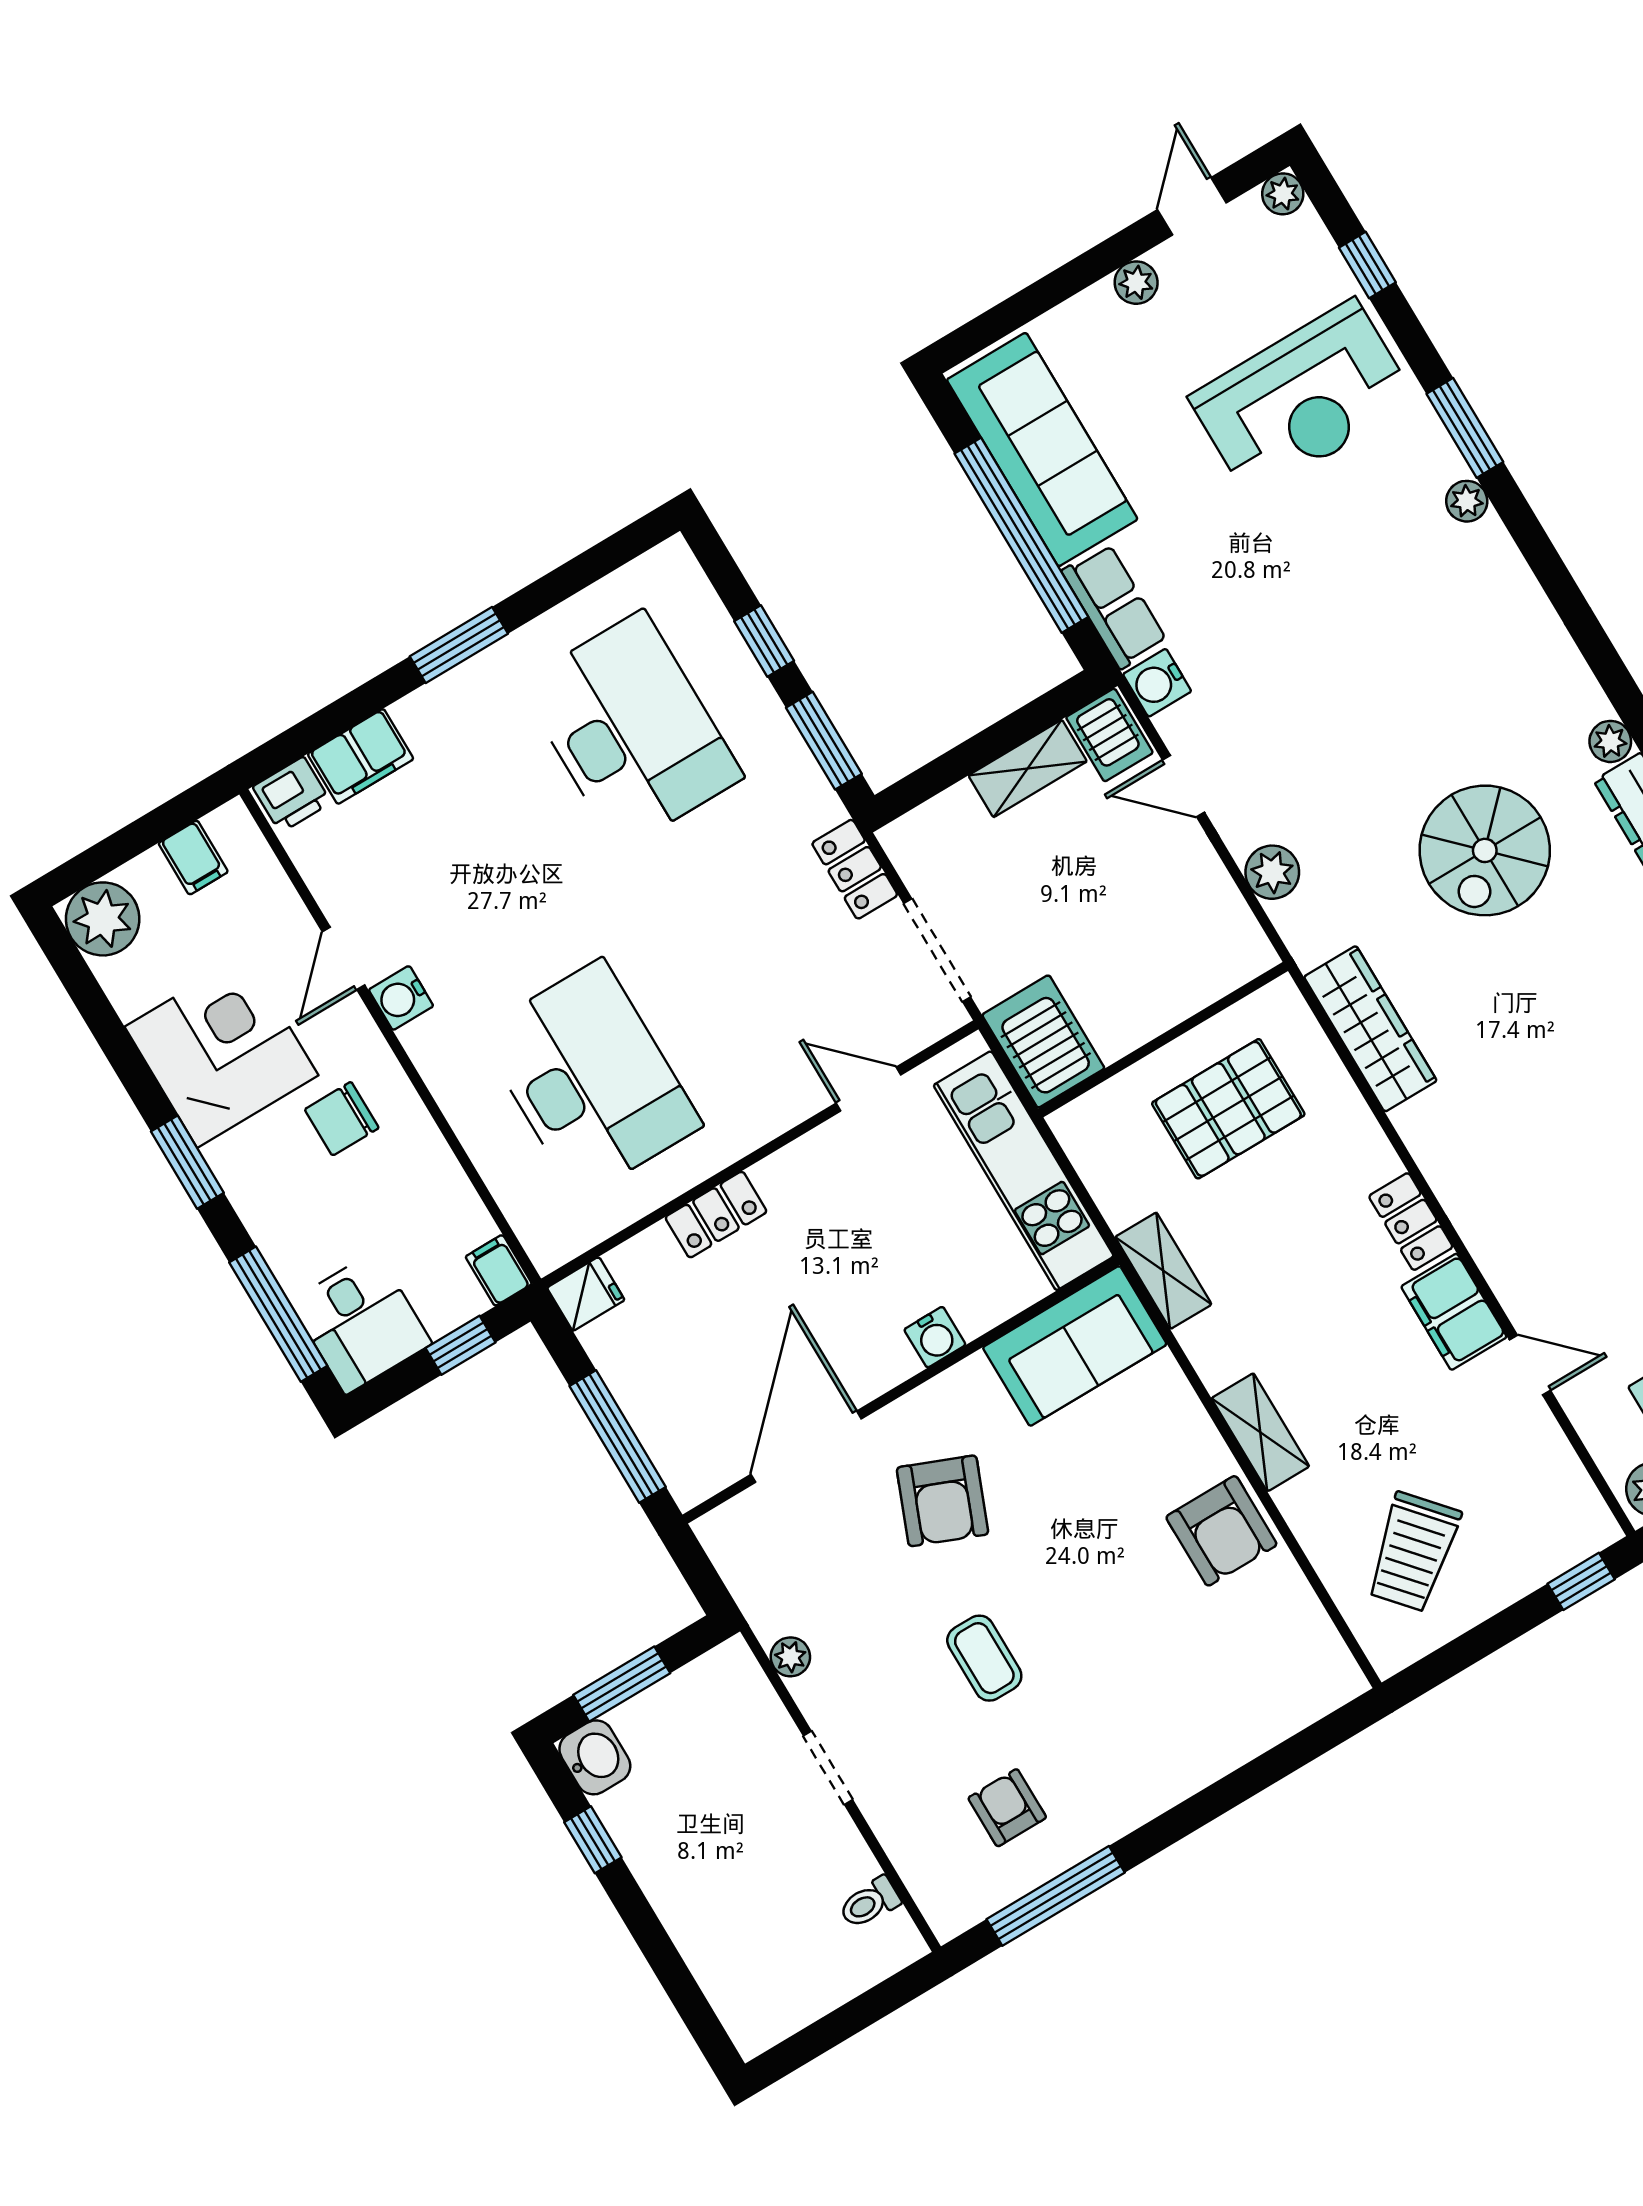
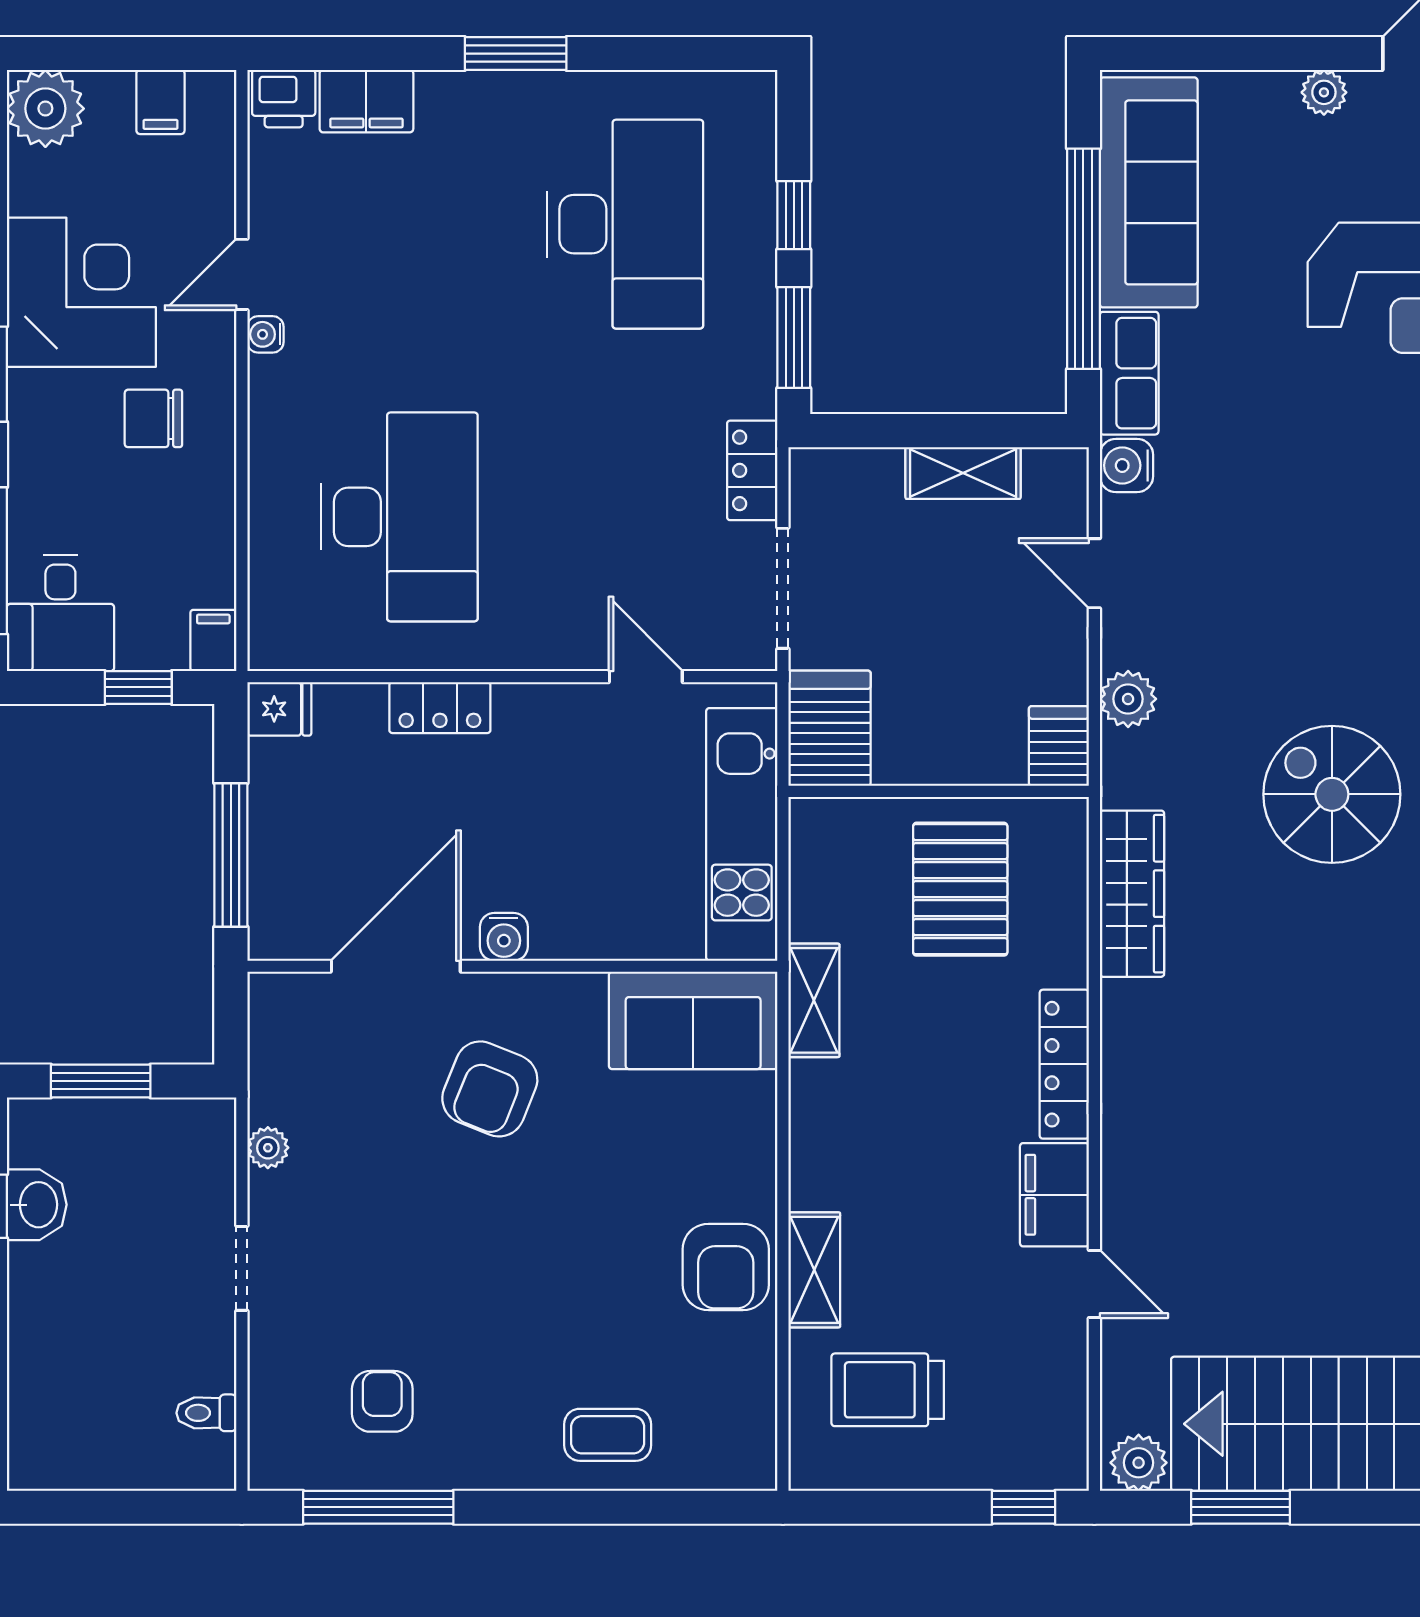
server rack: (1109, 735) -> (1059, 746), moved, turned 180
spiral stairs: (1485, 850) -> (1332, 794), turned 90
water cooler: (401, 998) -> (265, 334), width x0.72, depth x0.72
pallet: (1228, 1109) -> (960, 889), turned 90
locker: (1411, 1222) -> (1064, 1064), width x1.53
water cooler: (935, 1337) -> (504, 937), moved
shelving: (1260, 1432) -> (814, 1270), moved
trolley: (1413, 1552) -> (888, 1390), turned 41
coffee table: (984, 1658) -> (608, 1435), moved, turned 90
washbasin: (595, 1757) -> (37, 1205), moved

